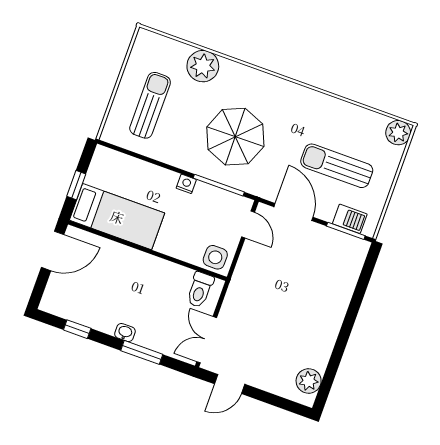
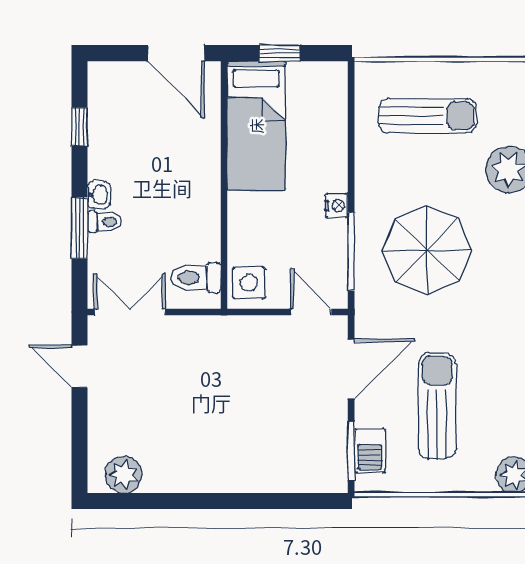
door: (248, 224) -> (311, 312), swing flipped
toilet: (144, 335) -> (105, 222), added

